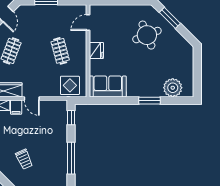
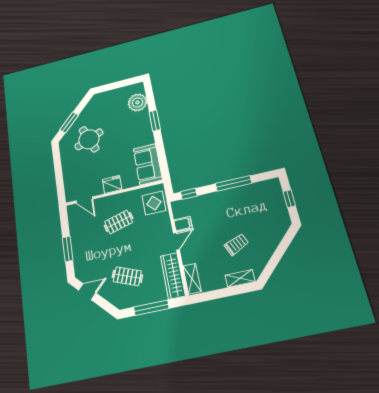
filing cabinet: (16, 107) -> (183, 224), moved
trolley: (24, 159) -> (237, 244), moved

